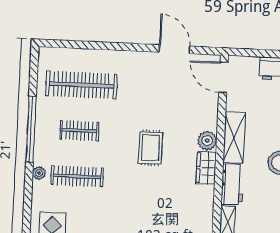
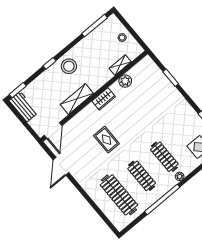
clothes rail: (79, 131) -> (142, 176), width x1.36
plant: (207, 141) -> (125, 81), moved
rug: (150, 148) -> (106, 140), moved, turned 90
workbench: (232, 184) -> (100, 79), removed

